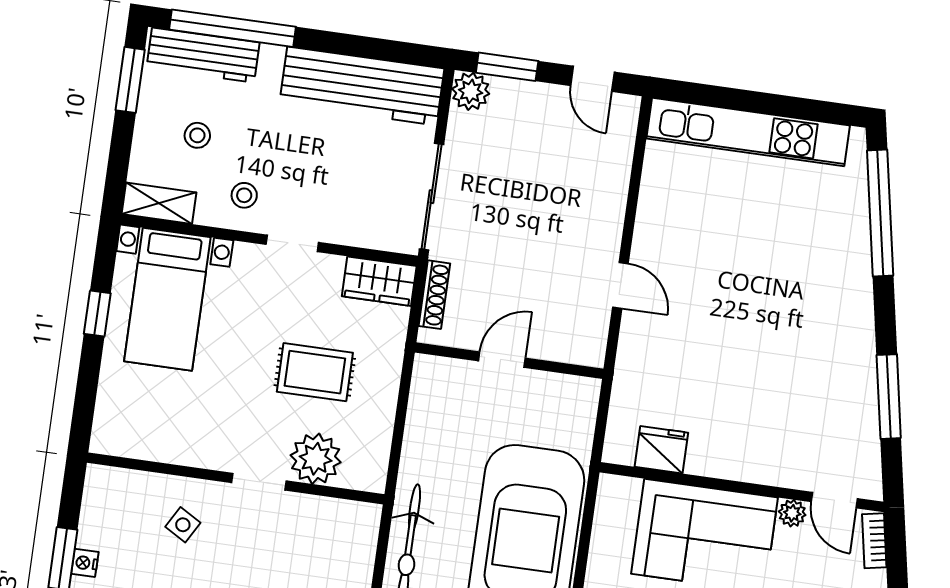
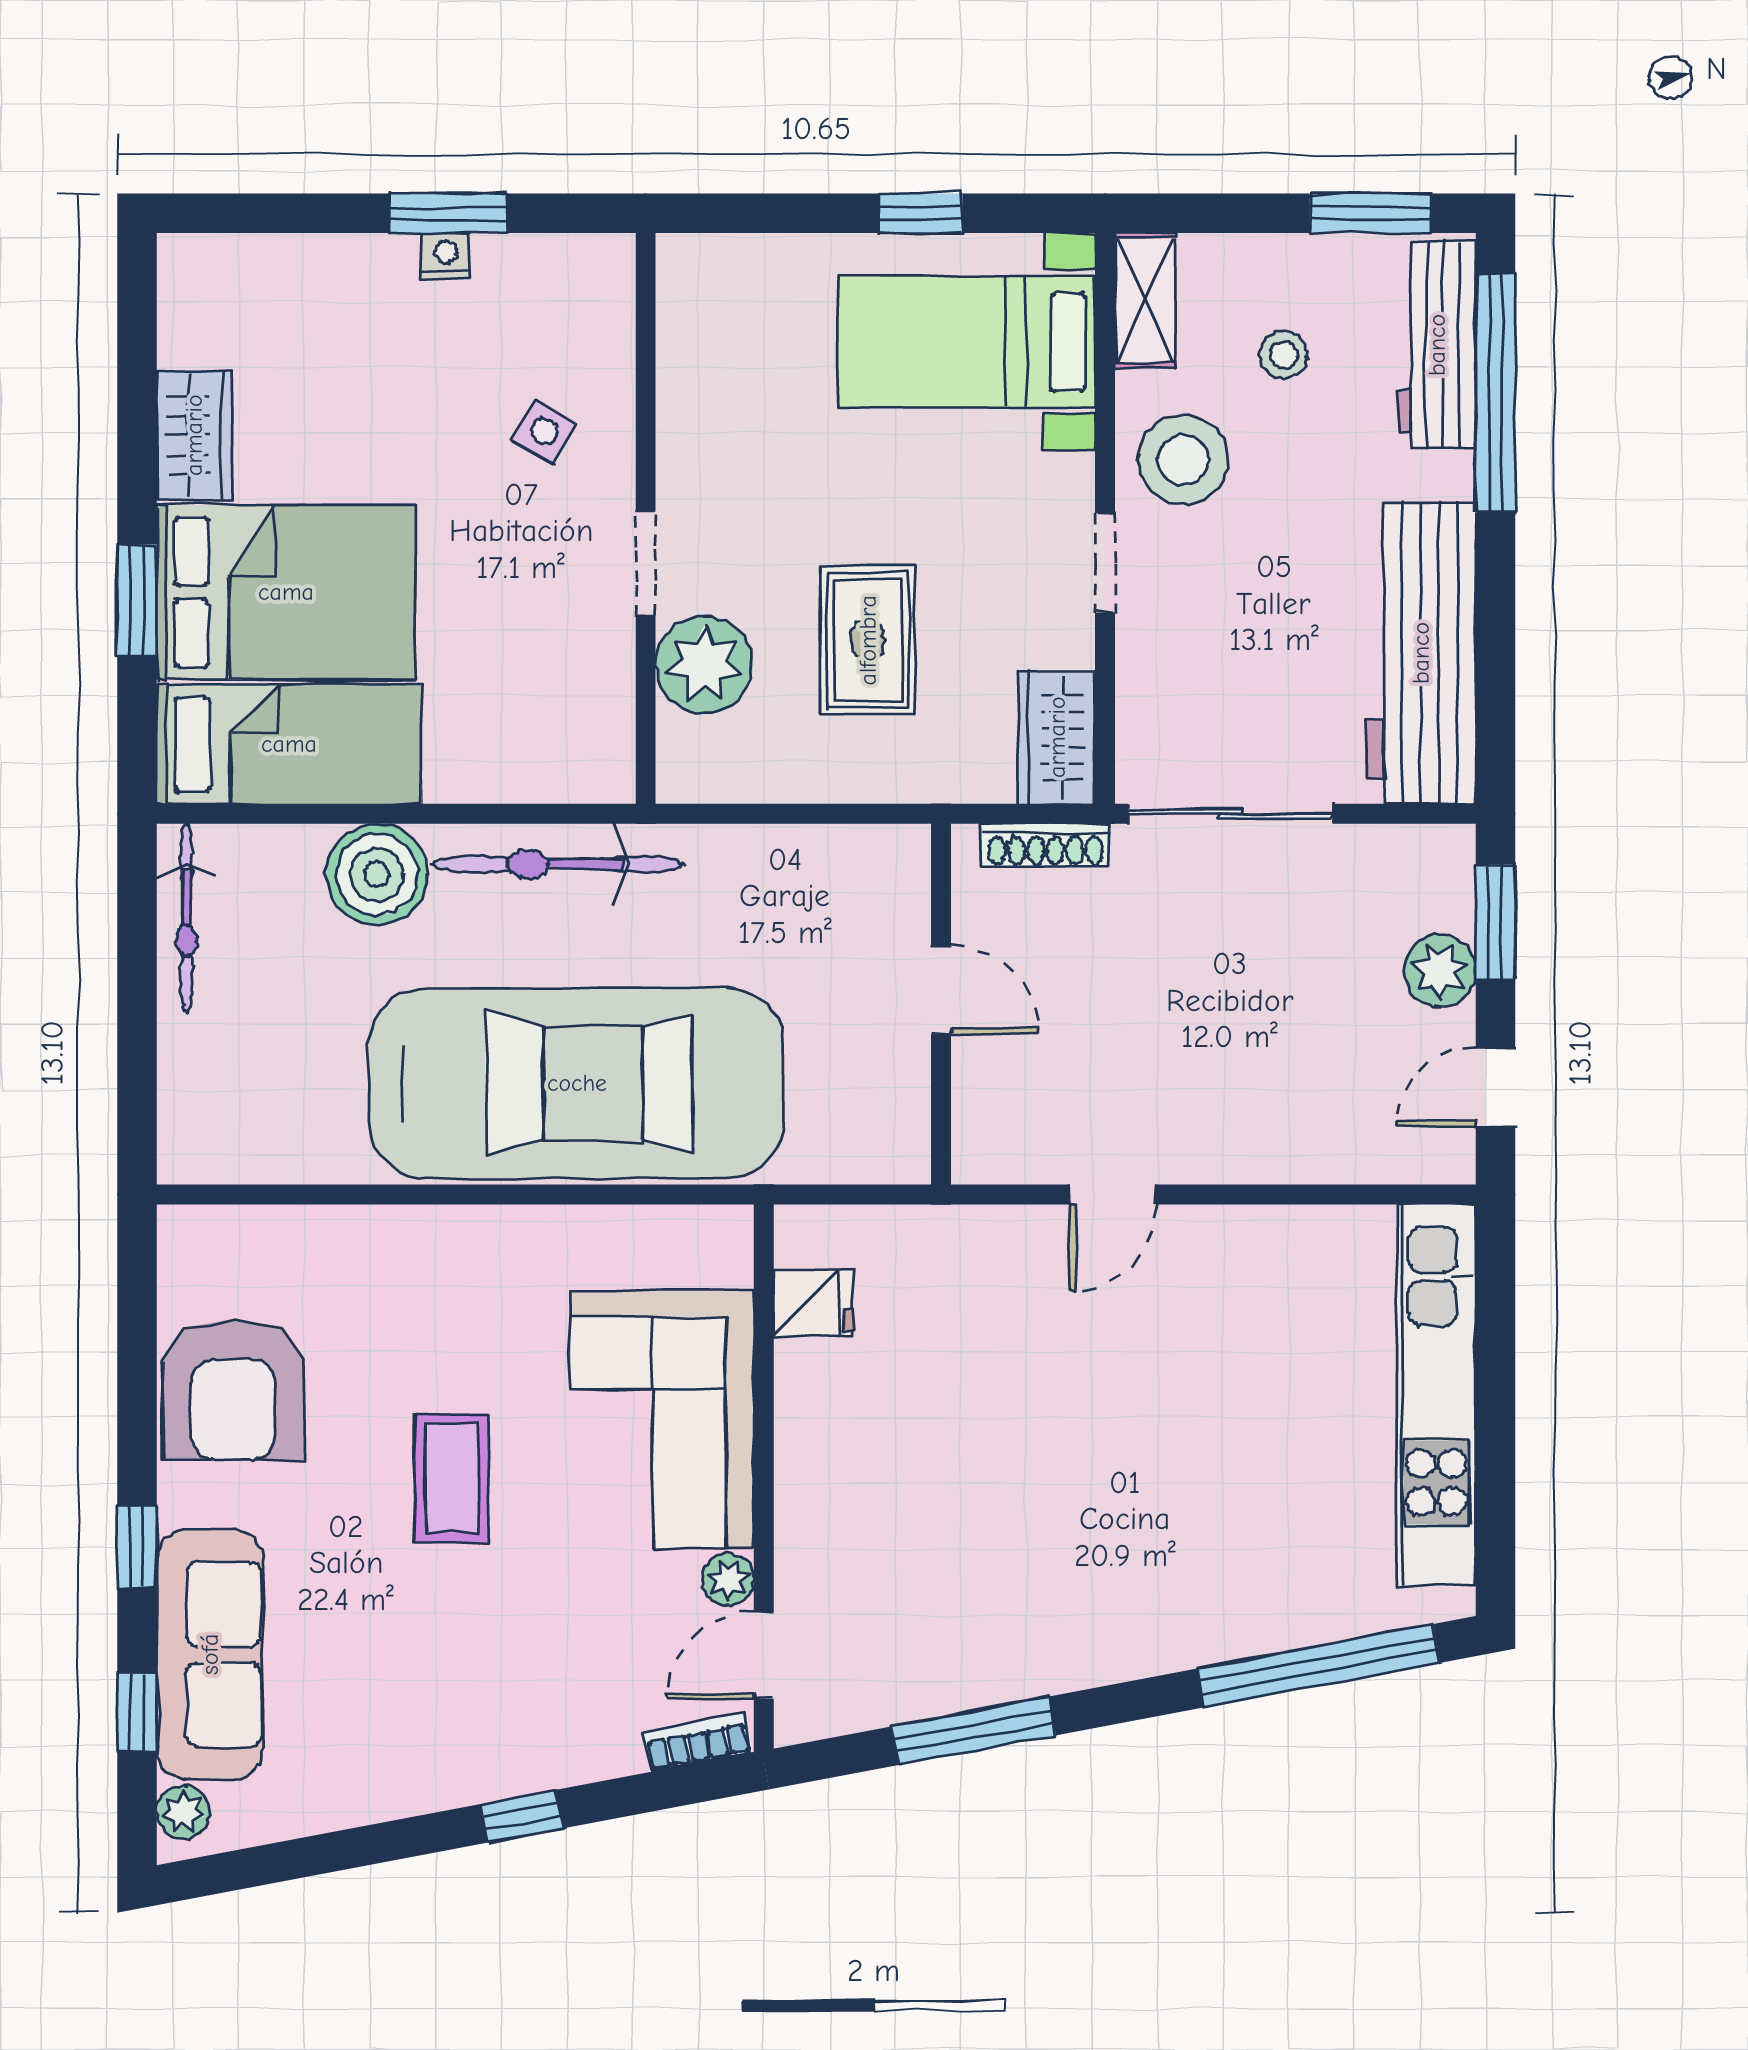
plant: (471, 91) -> (1440, 971), moved
stool: (244, 195) -> (1183, 460), width x1.89, depth x1.89
fridge: (661, 450) -> (813, 1303), width x0.72

